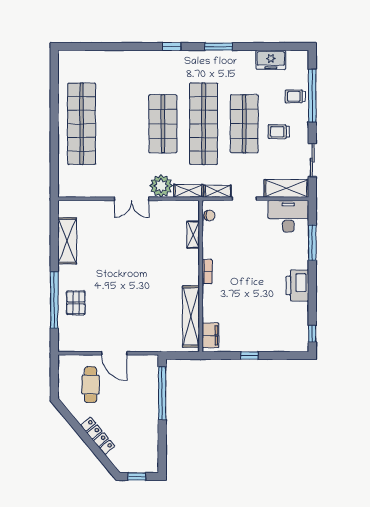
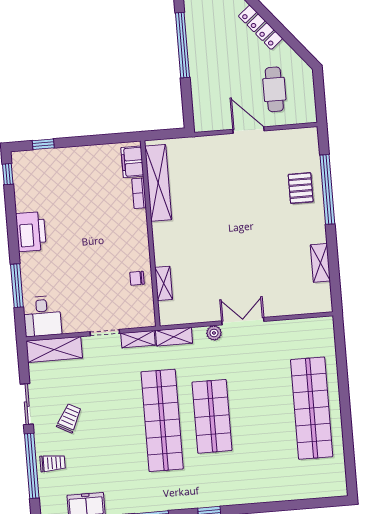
shop shelf: (244, 124) -> (112, 425), removed
trolley: (279, 132) -> (69, 418), turned -62
sliding door: (312, 160) -> (27, 404), moved
plant: (161, 186) -> (214, 333), width x0.53, depth x0.53
chair: (210, 215) -> (137, 278), moved
desk: (288, 216) -> (42, 316), width x0.73
shelving: (67, 241) -> (320, 263), width x0.67, depth x0.75
bookcase: (207, 272) -> (139, 193), moved
window: (249, 355) -> (43, 144), moved
window: (162, 393) -> (182, 45), moved

